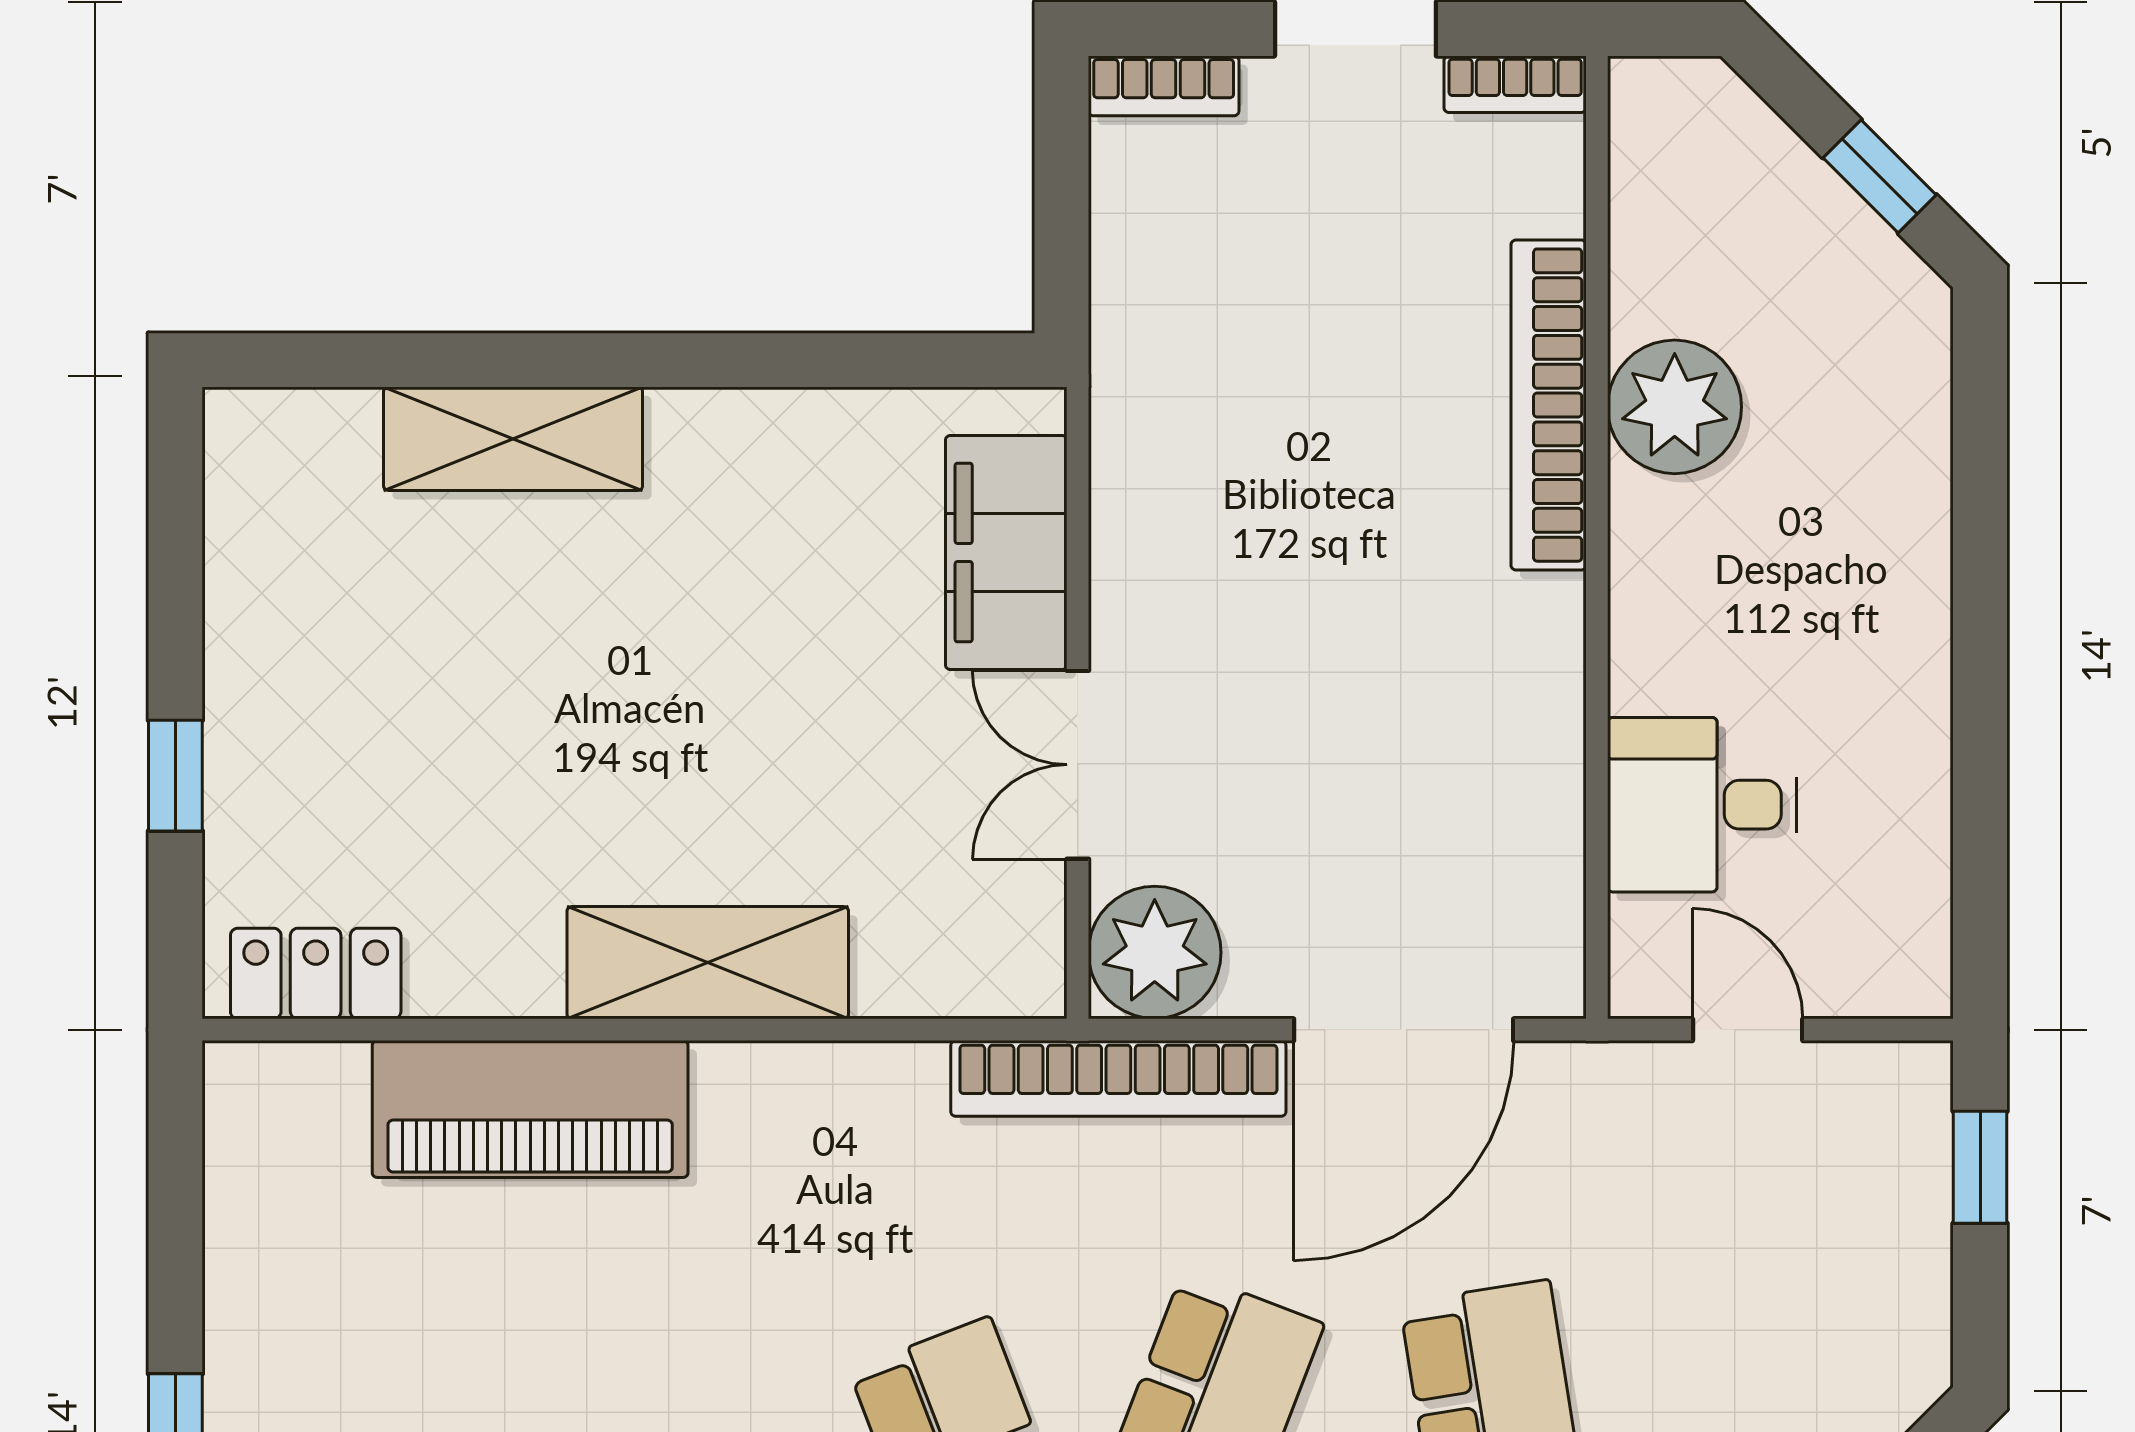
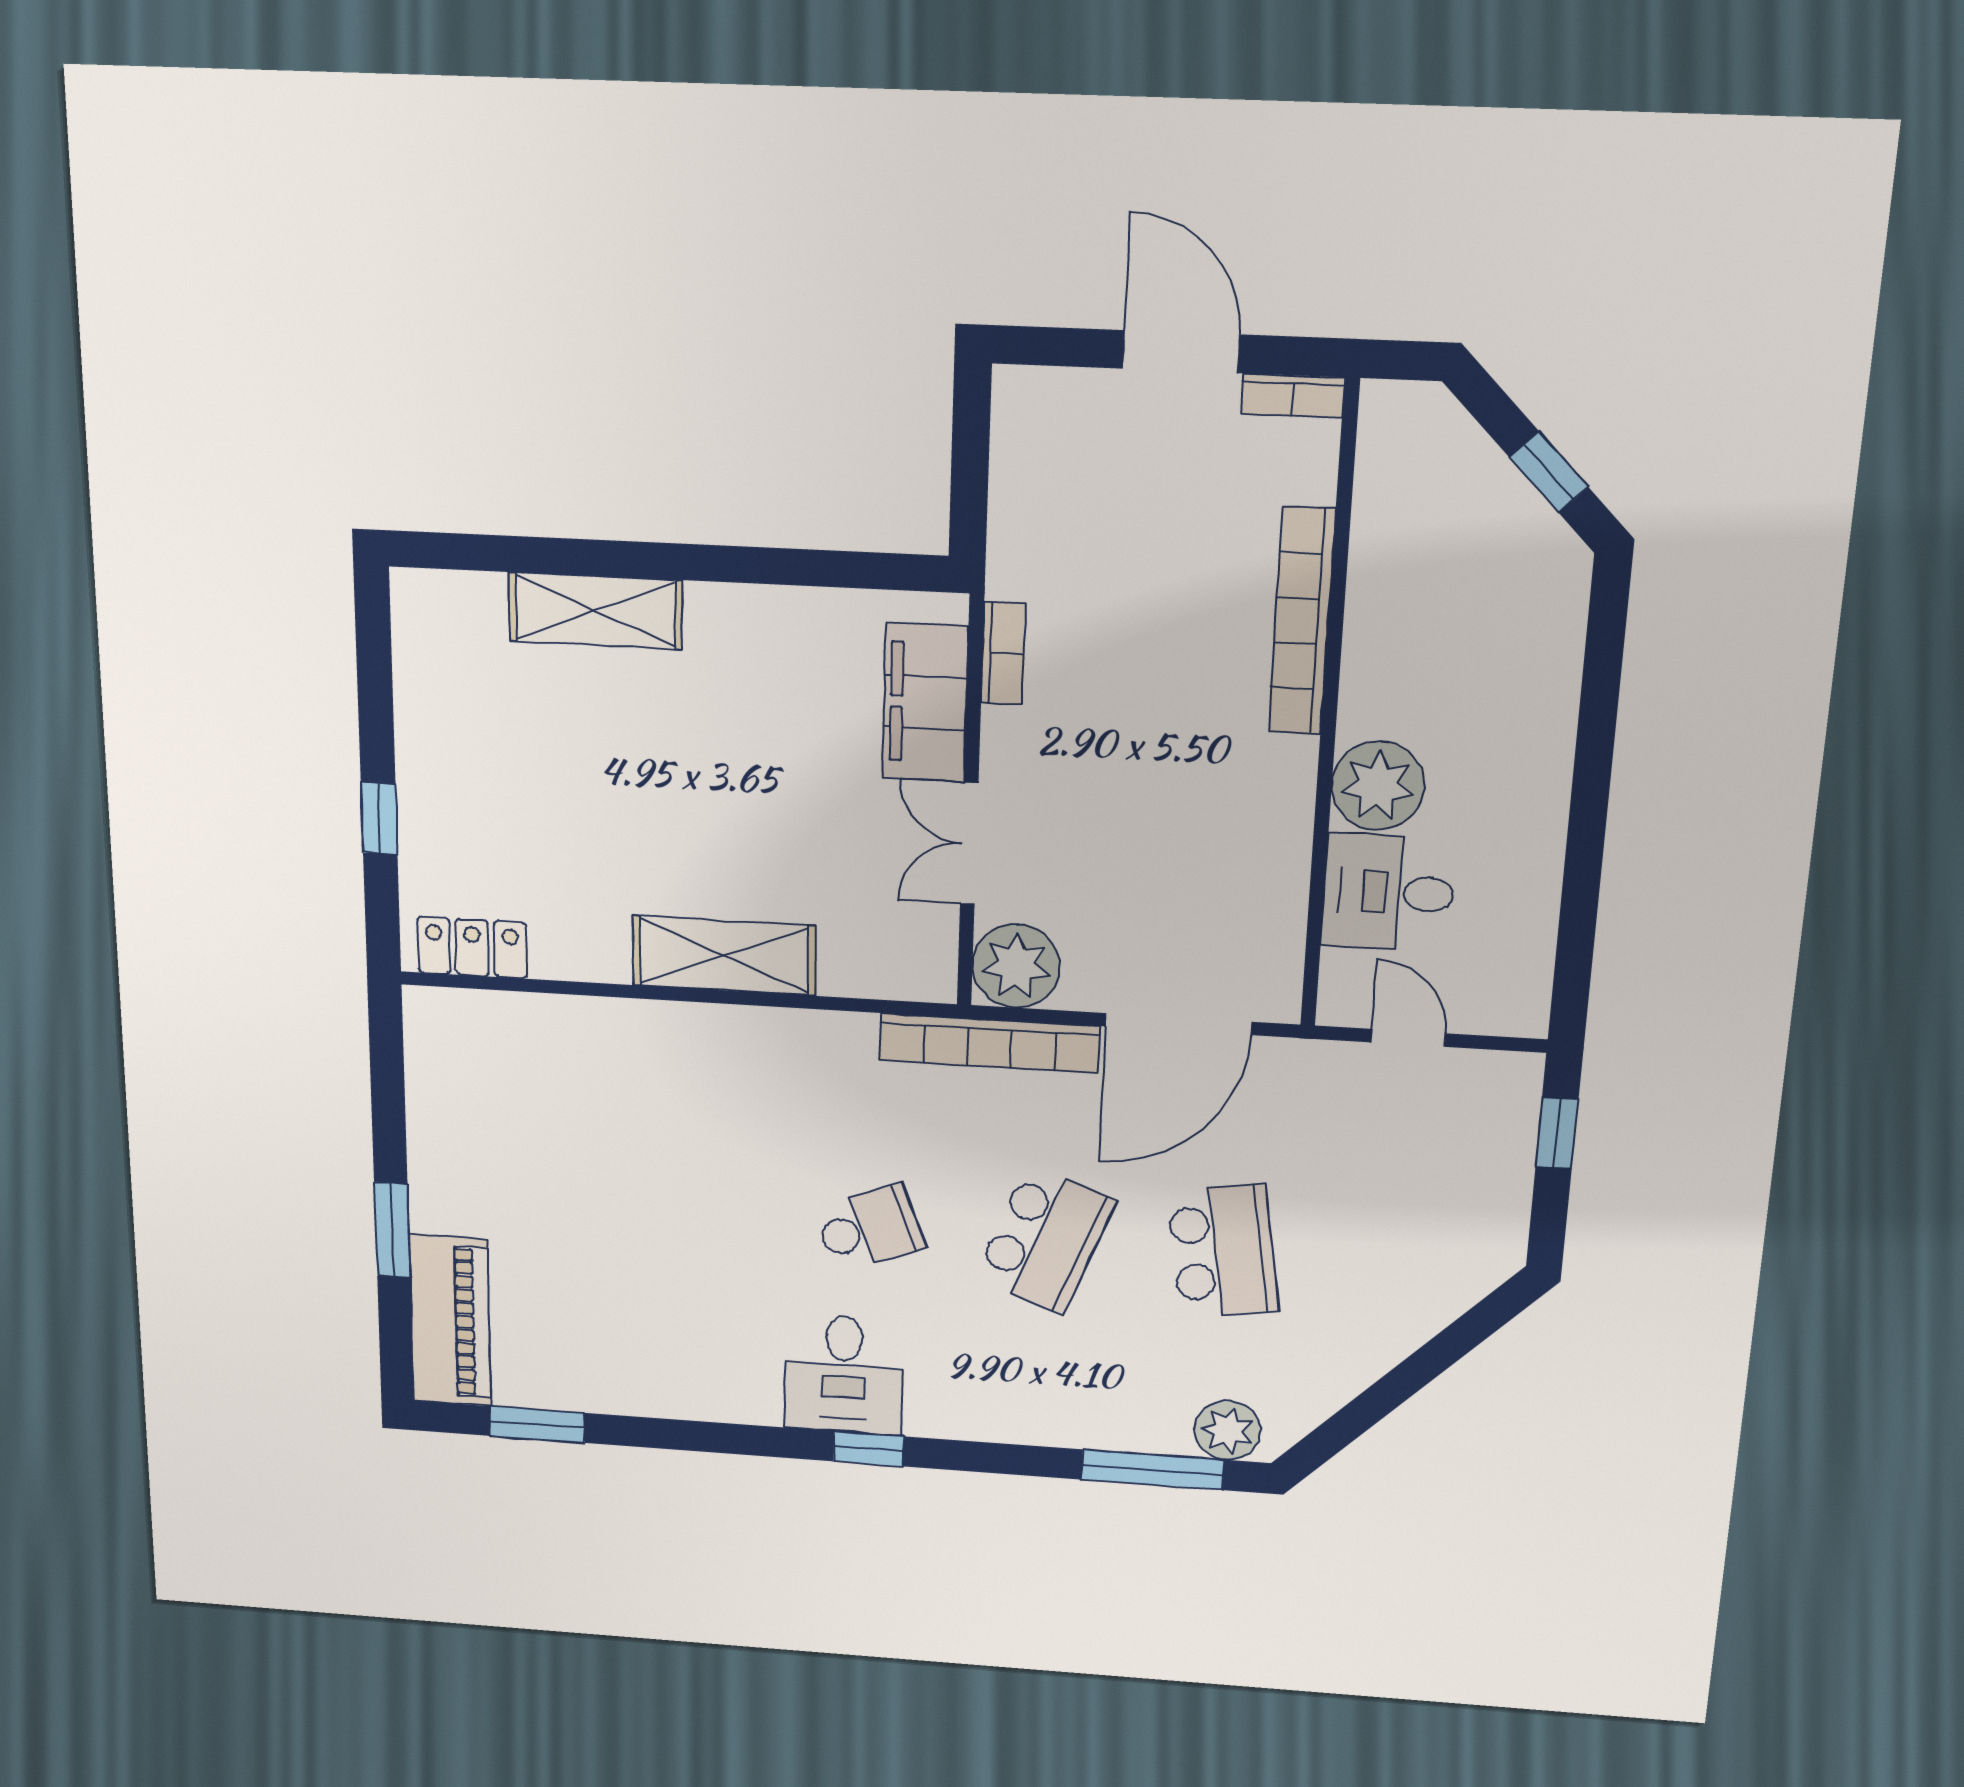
bookcase: (1164, 86) -> (1003, 653), moved, turned -90
plant: (1675, 407) -> (1378, 786), moved
piano: (530, 1109) -> (610, 1039), removed

